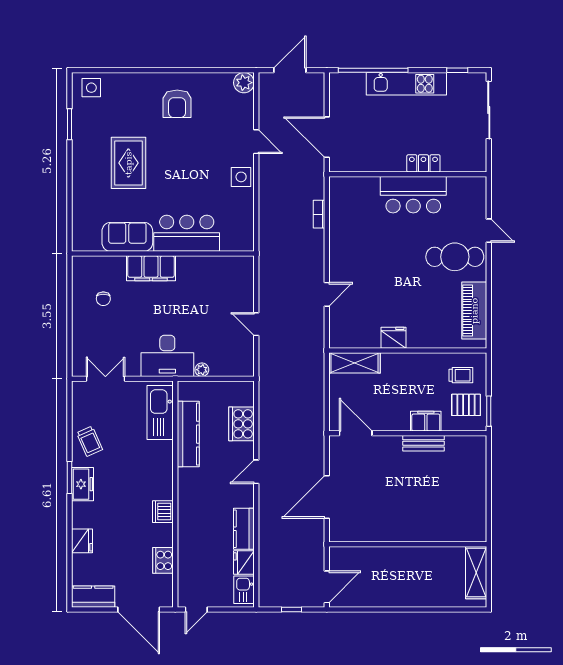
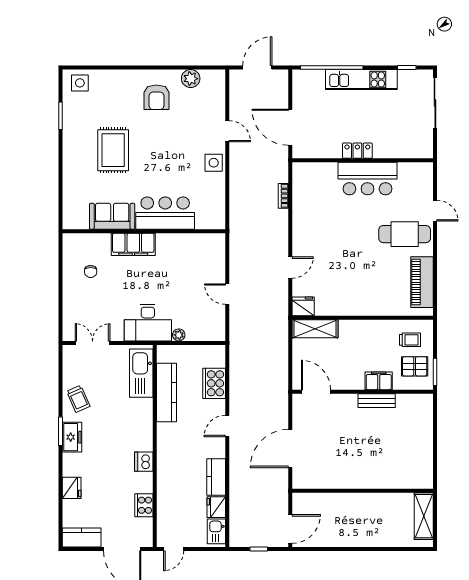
plant: (244, 83) -> (191, 79), moved
locker: (423, 163) -> (357, 151), moved
fridge: (393, 338) -> (303, 306), moved

